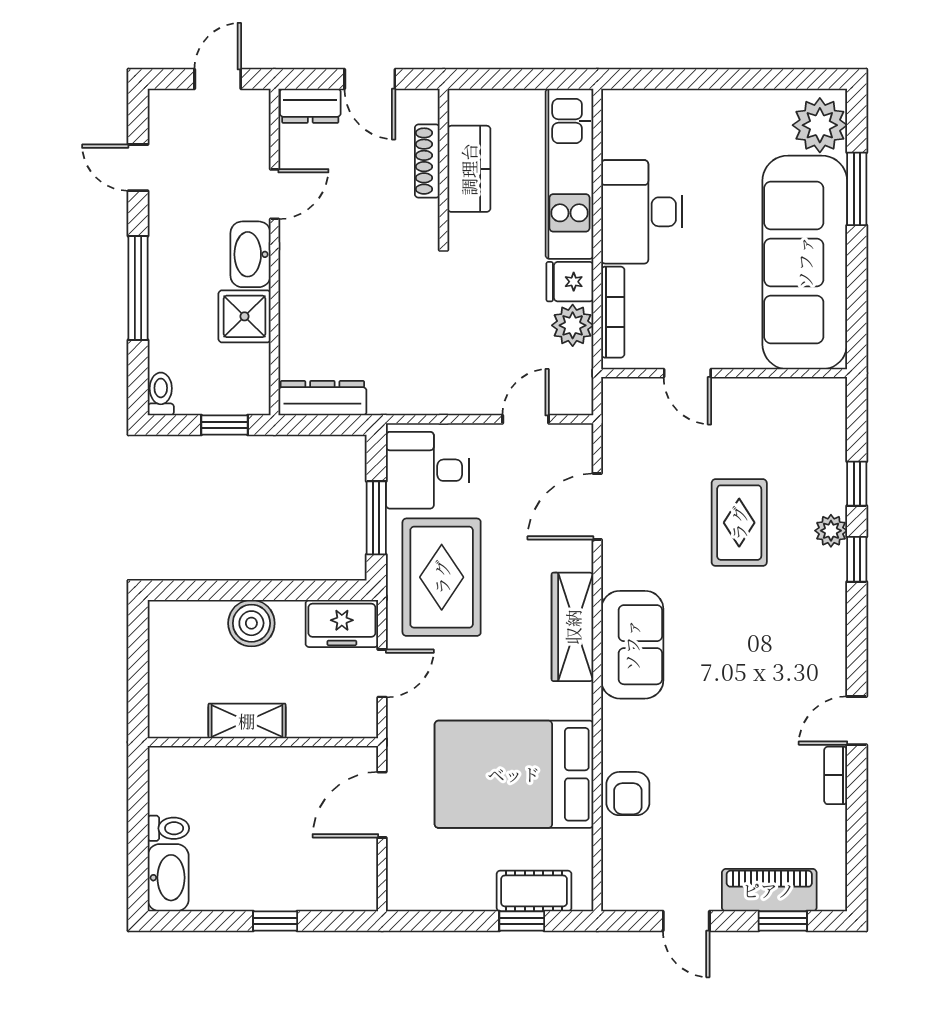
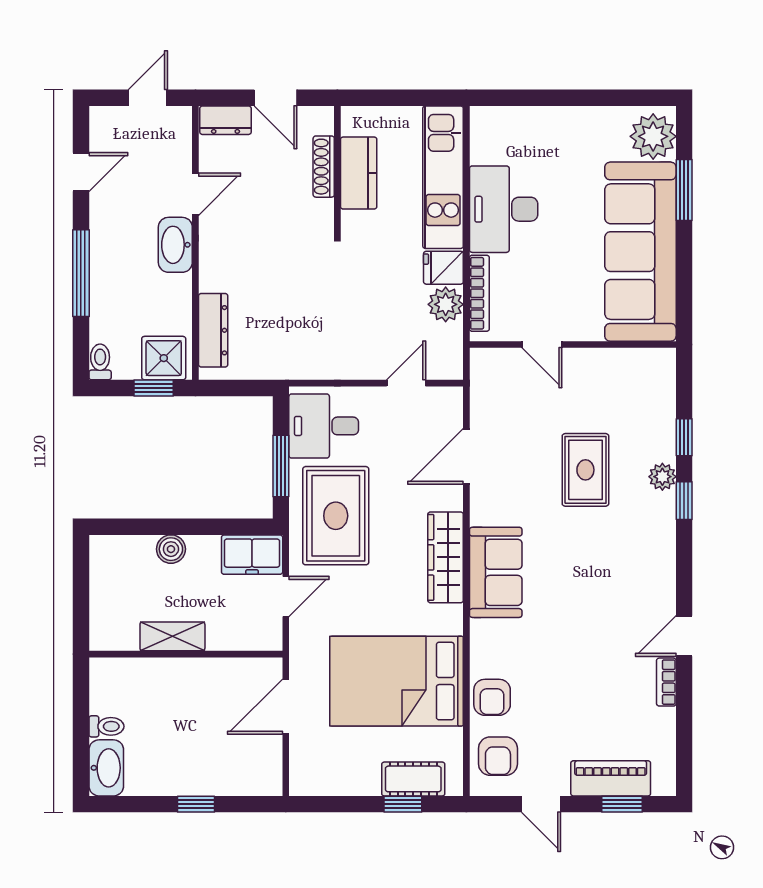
door: (138, 168) -> (81, 172), swing flipped
shower: (245, 316) -> (164, 358), moved
dresser: (322, 398) -> (213, 330), moved, turned 90
boiler: (251, 623) -> (171, 549), width x0.73, depth x0.73
armchair: (635, 864) -> (498, 756), added

